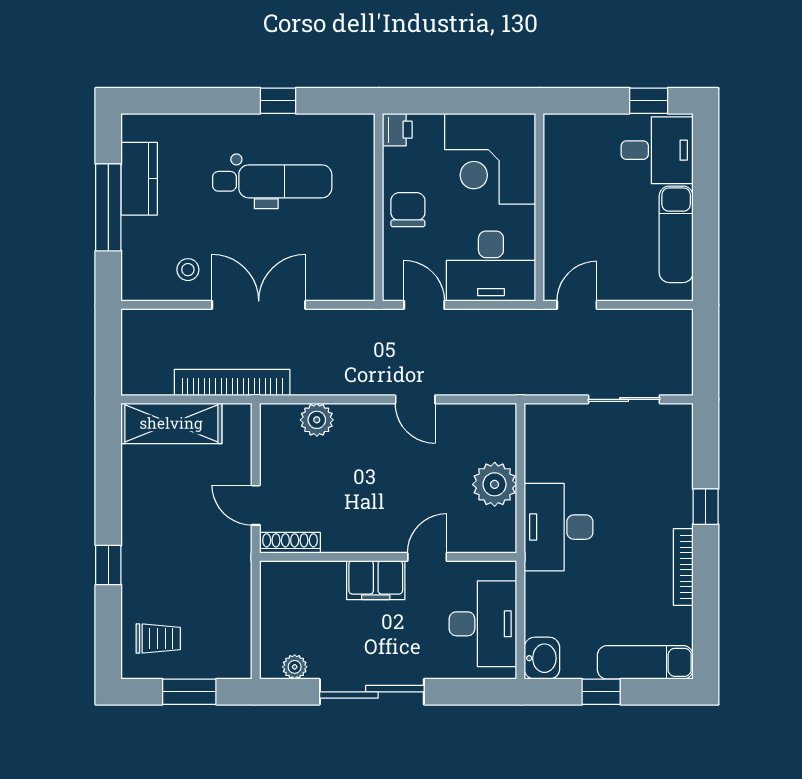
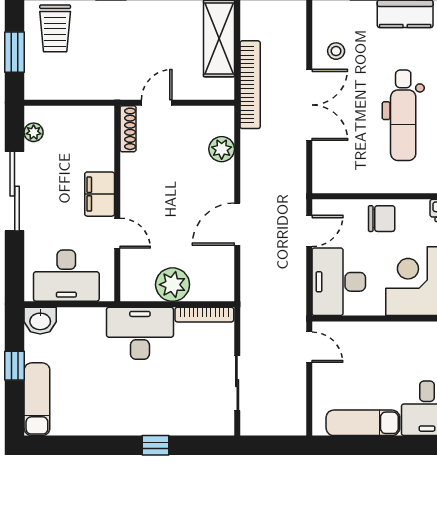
door: (415, 399) -> (237, 224), width x1.38
bookcase: (683, 567) -> (204, 315), moved, turned 180
trolley: (158, 639) -> (55, 28), width x1.36, depth x1.39

